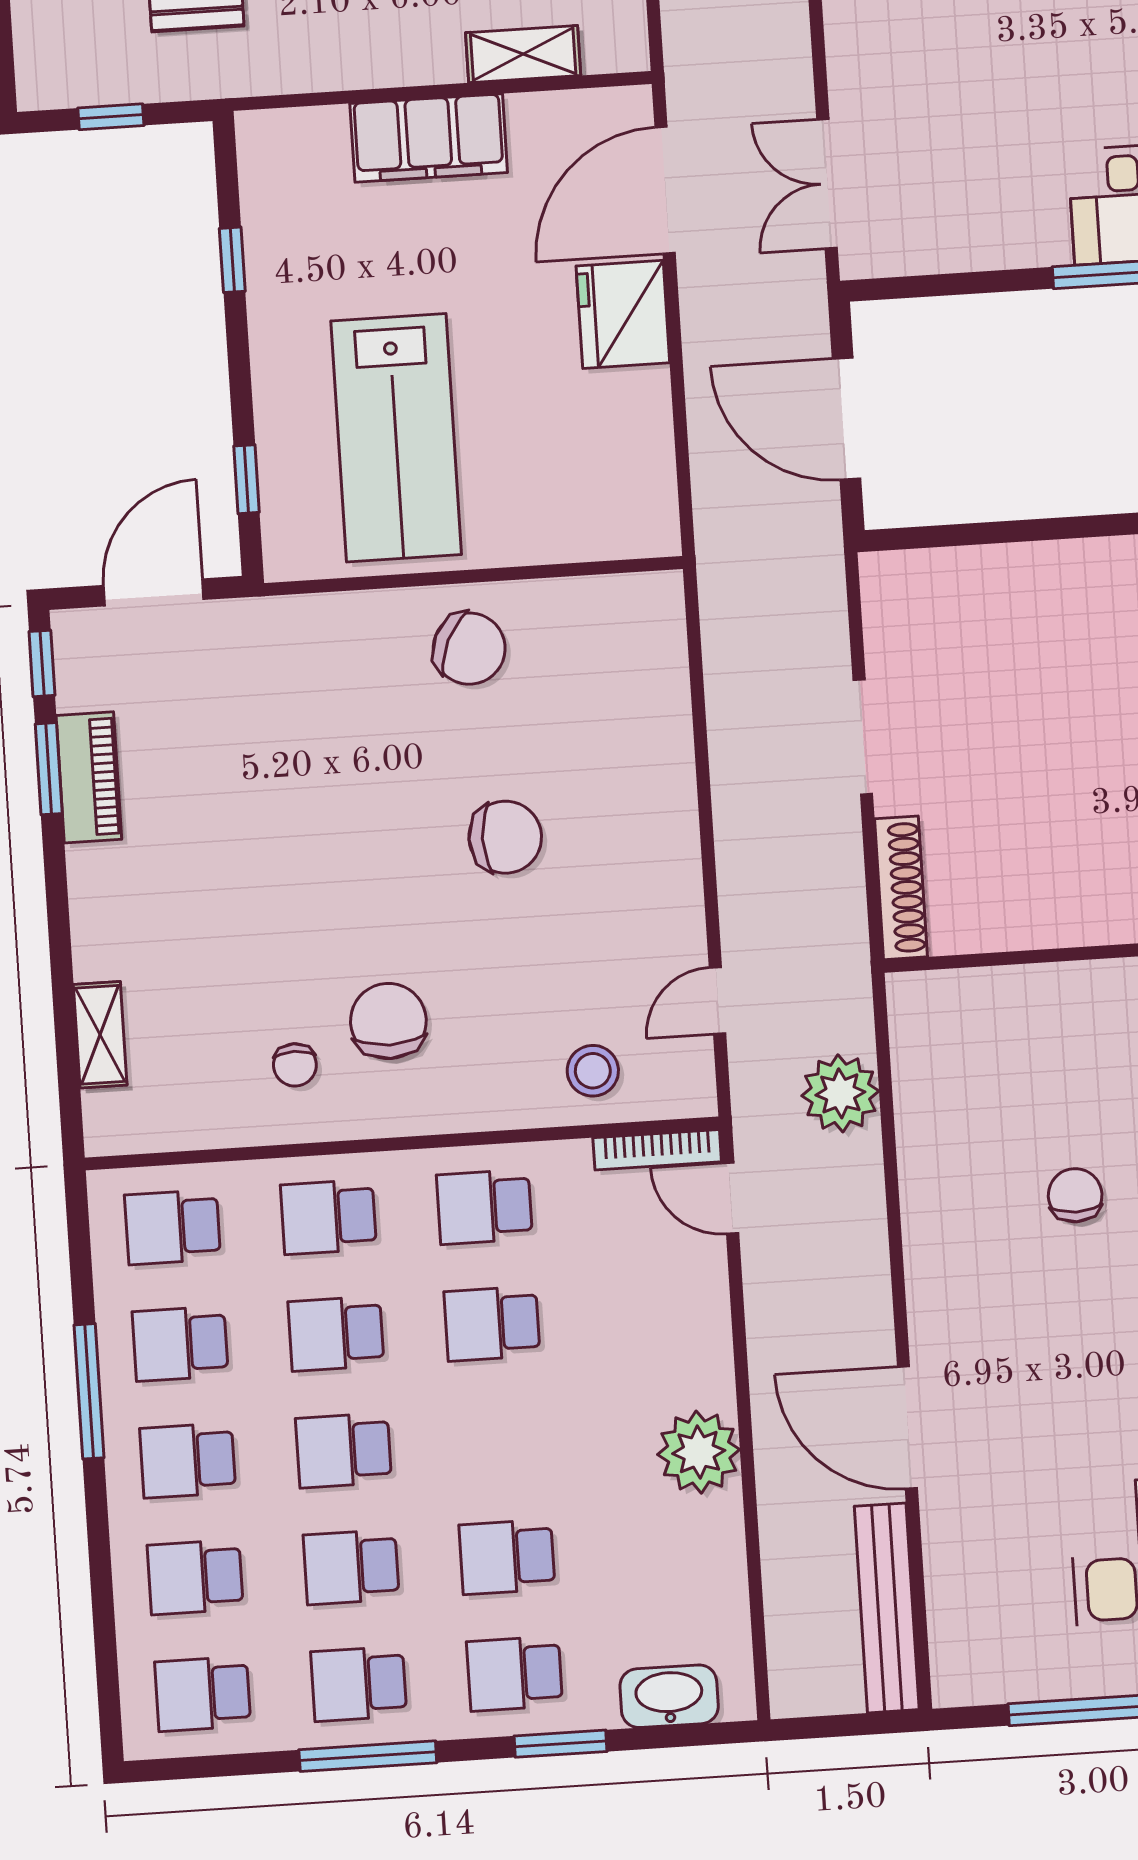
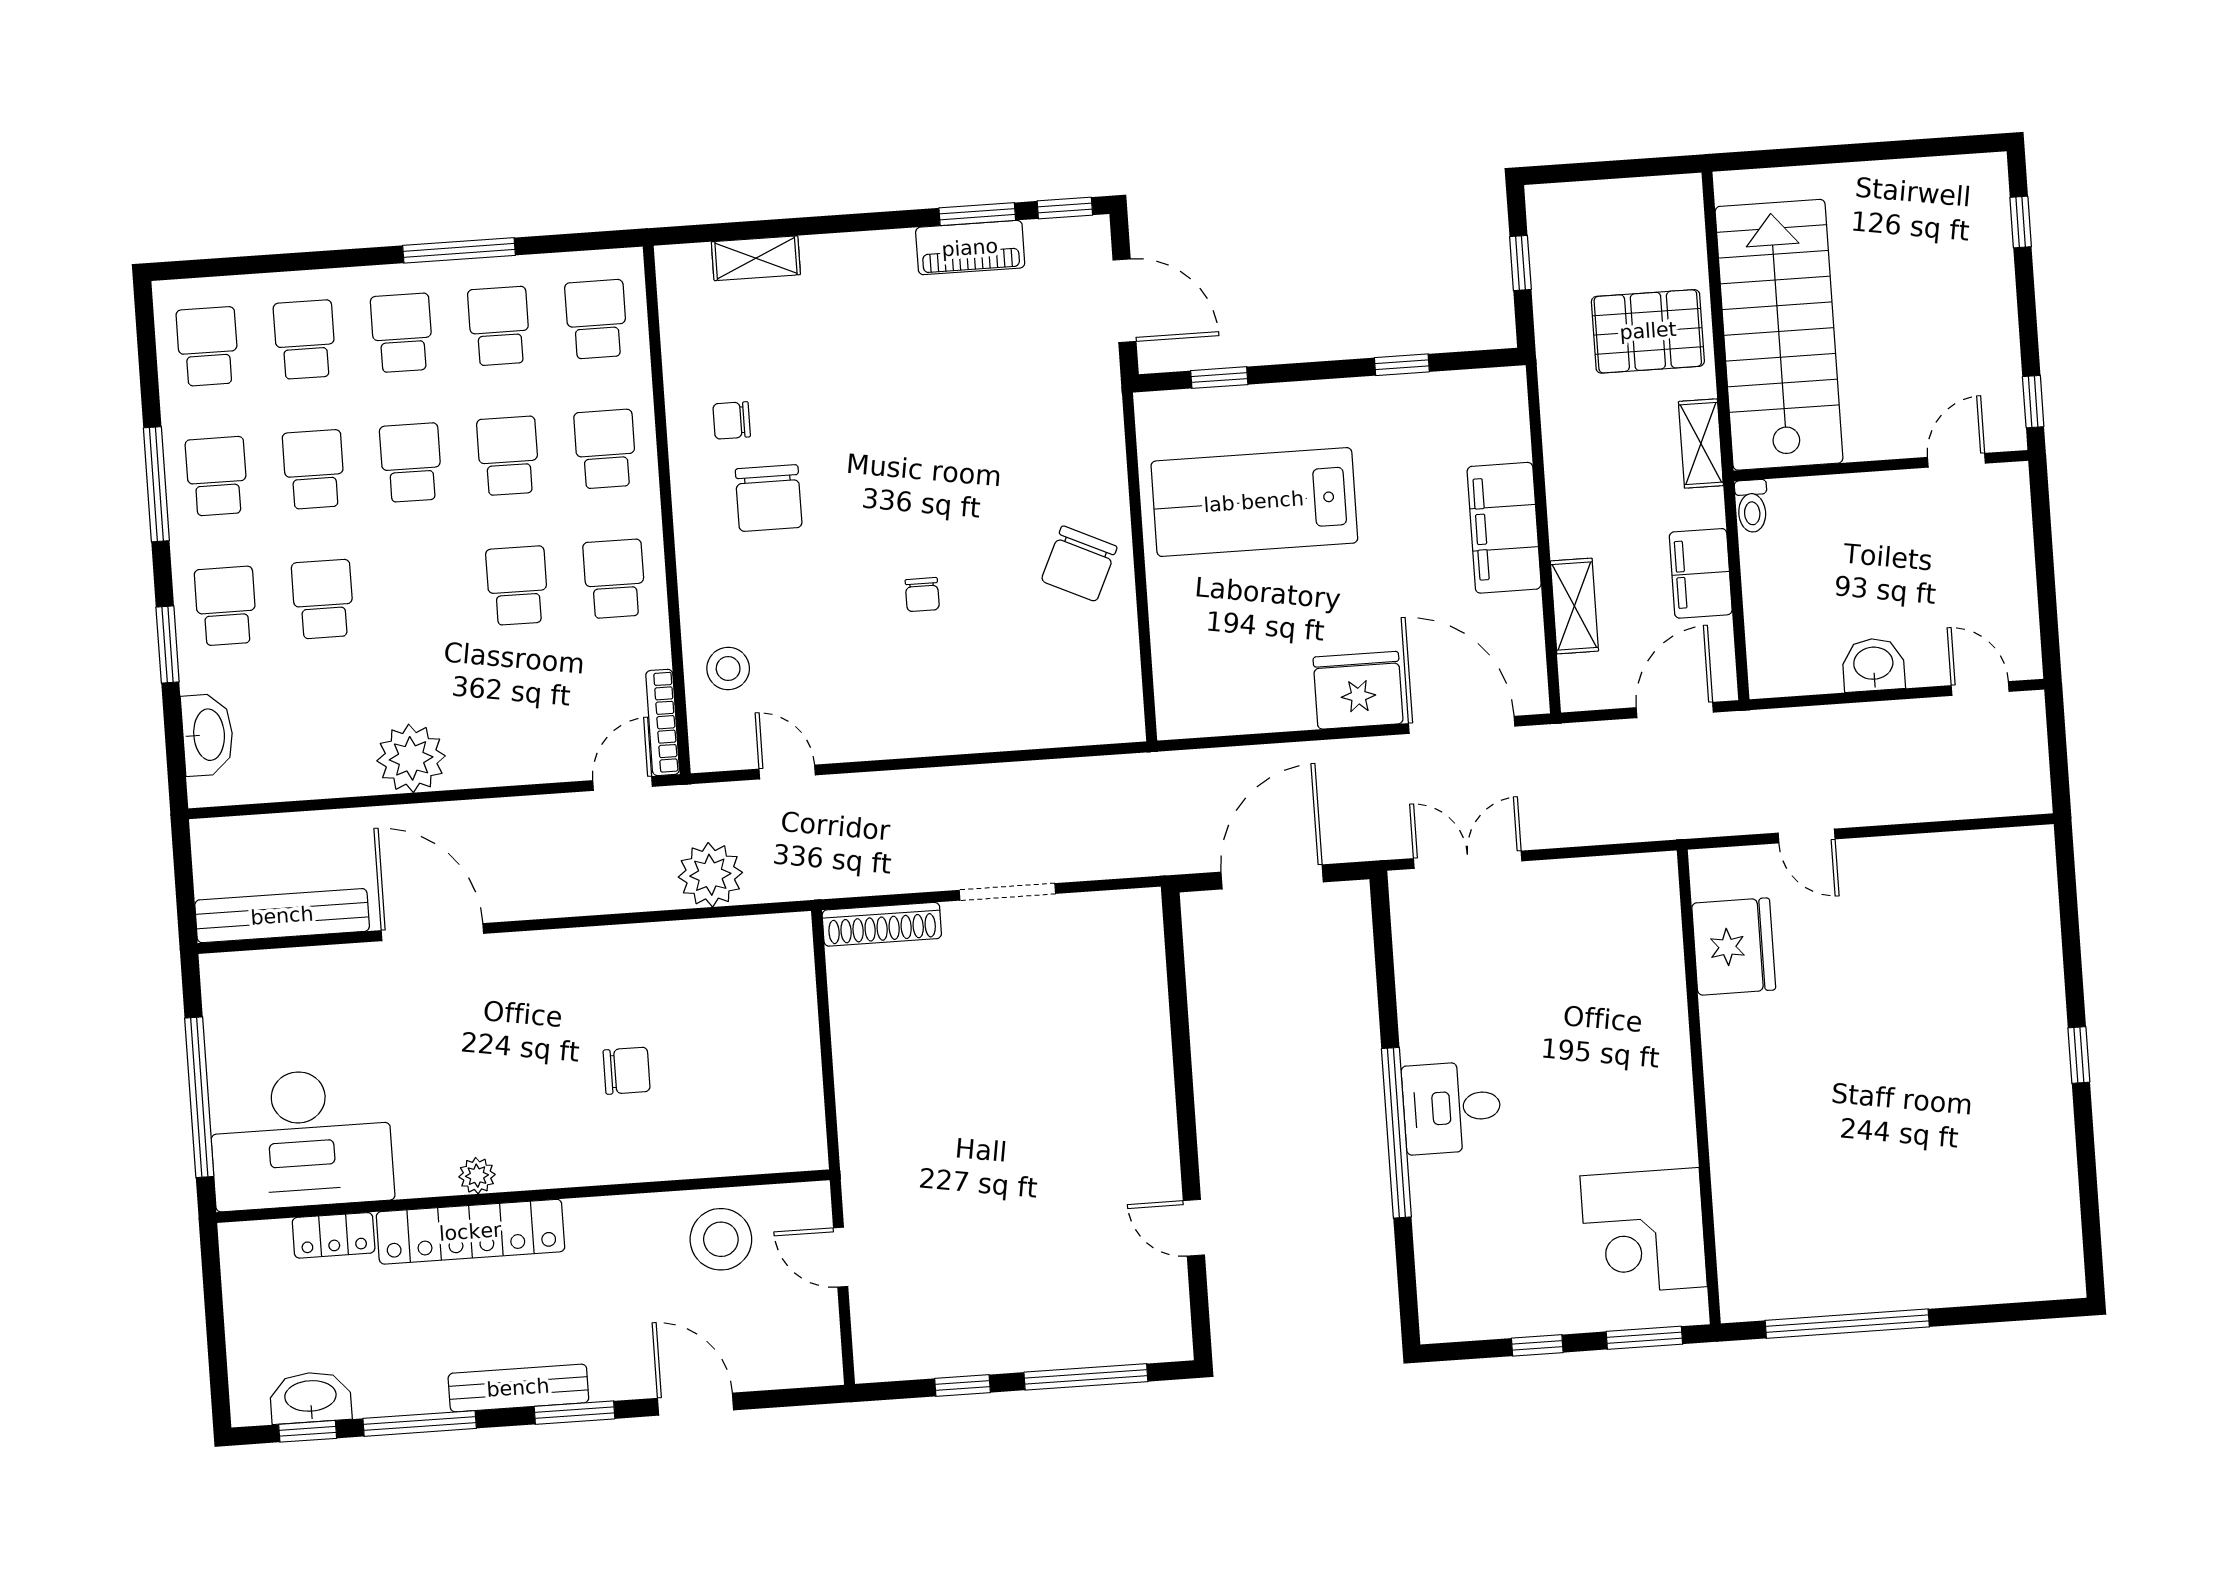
chair: (505, 837) -> (922, 595), width x0.54, depth x0.54
chair: (388, 1021) -> (769, 498), turned 90
door: (907, 1428) -> (432, 932), hinge flipped

